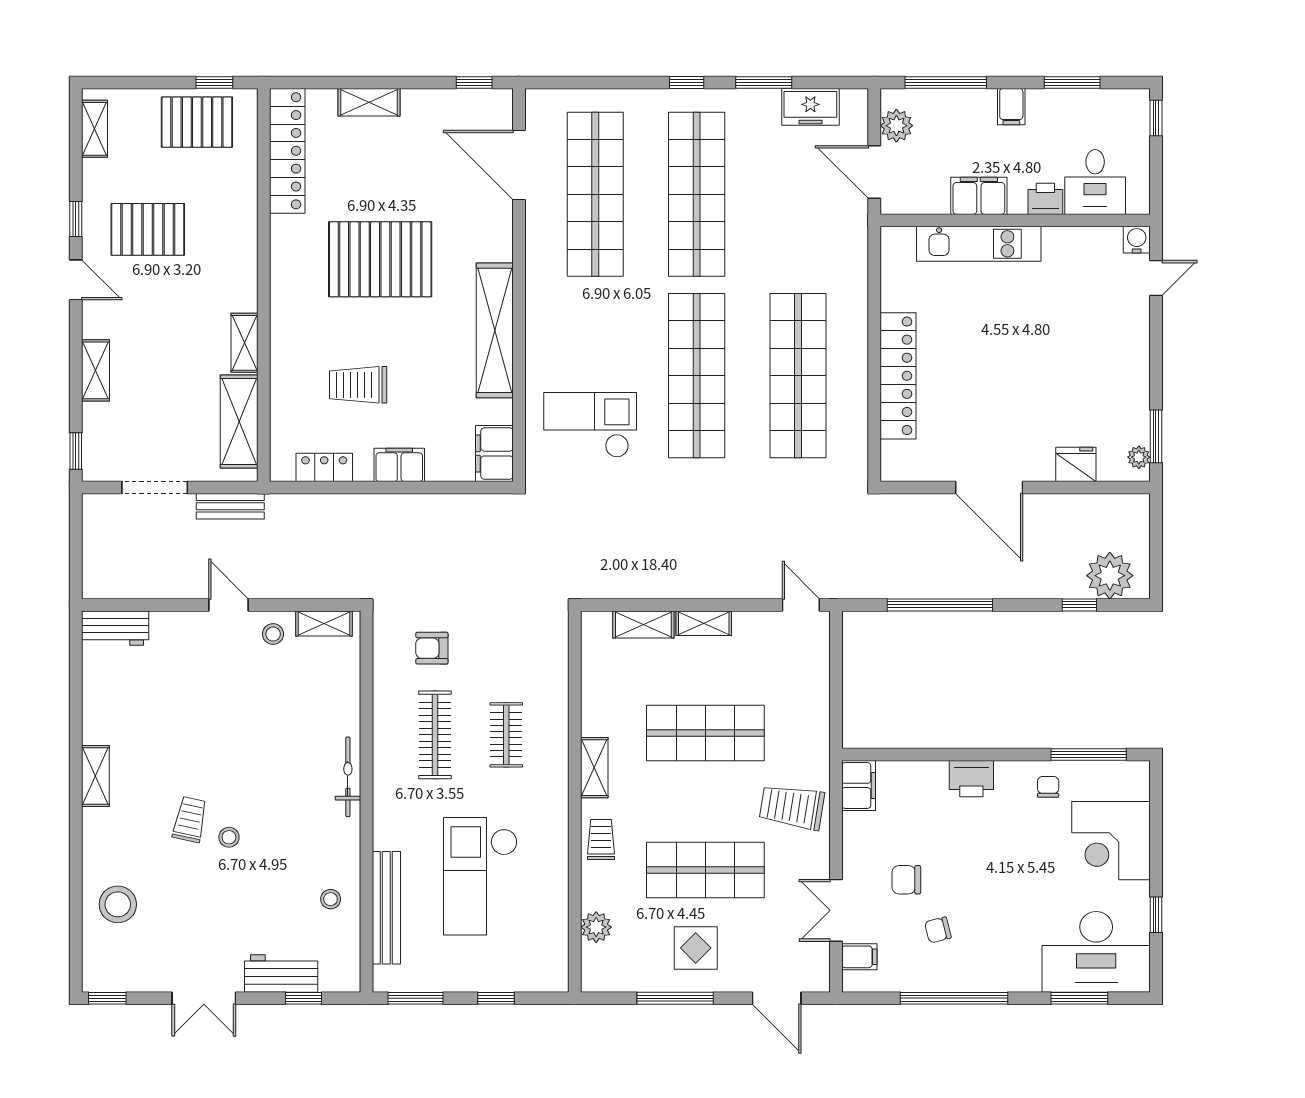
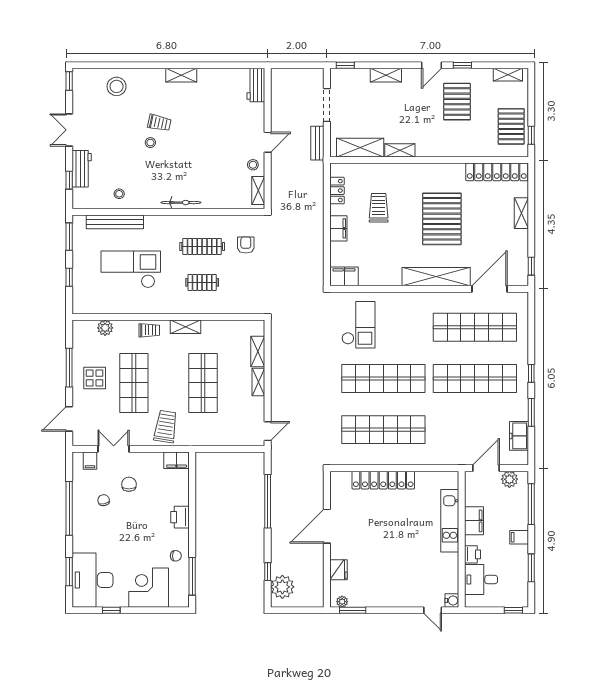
shelving: (495, 330) -> (436, 277), moved

